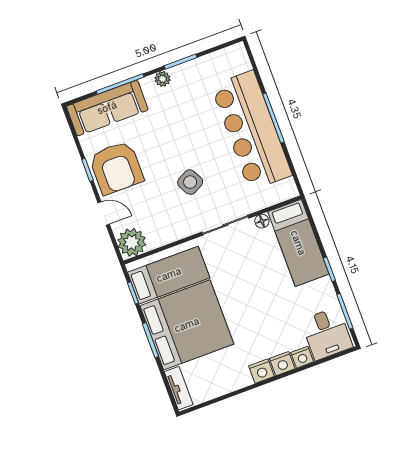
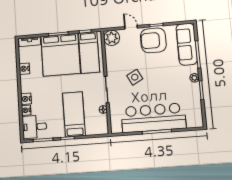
door: (104, 213) -> (131, 27), swing flipped
bed: (298, 243) -> (74, 114), moved, turned 90
nightstand: (262, 371) -> (24, 69), moved

